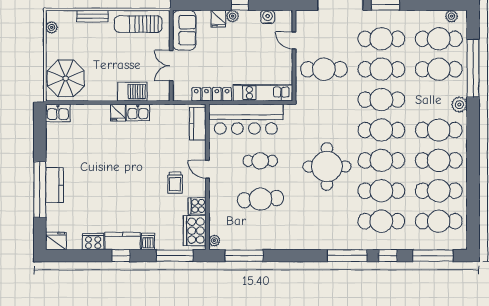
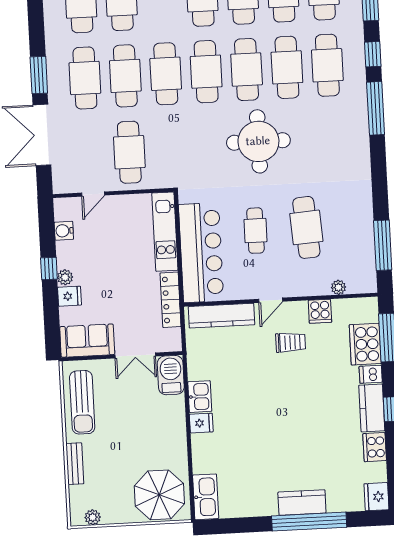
barbecue: (132, 92) -> (171, 375), moved
kitchen sink: (58, 113) -> (206, 497), width x1.38
kitchen counter: (198, 124) -> (221, 316), width x1.50
cooker: (195, 231) -> (365, 344), moved, turned 90
plant: (214, 241) -> (338, 287), moved

